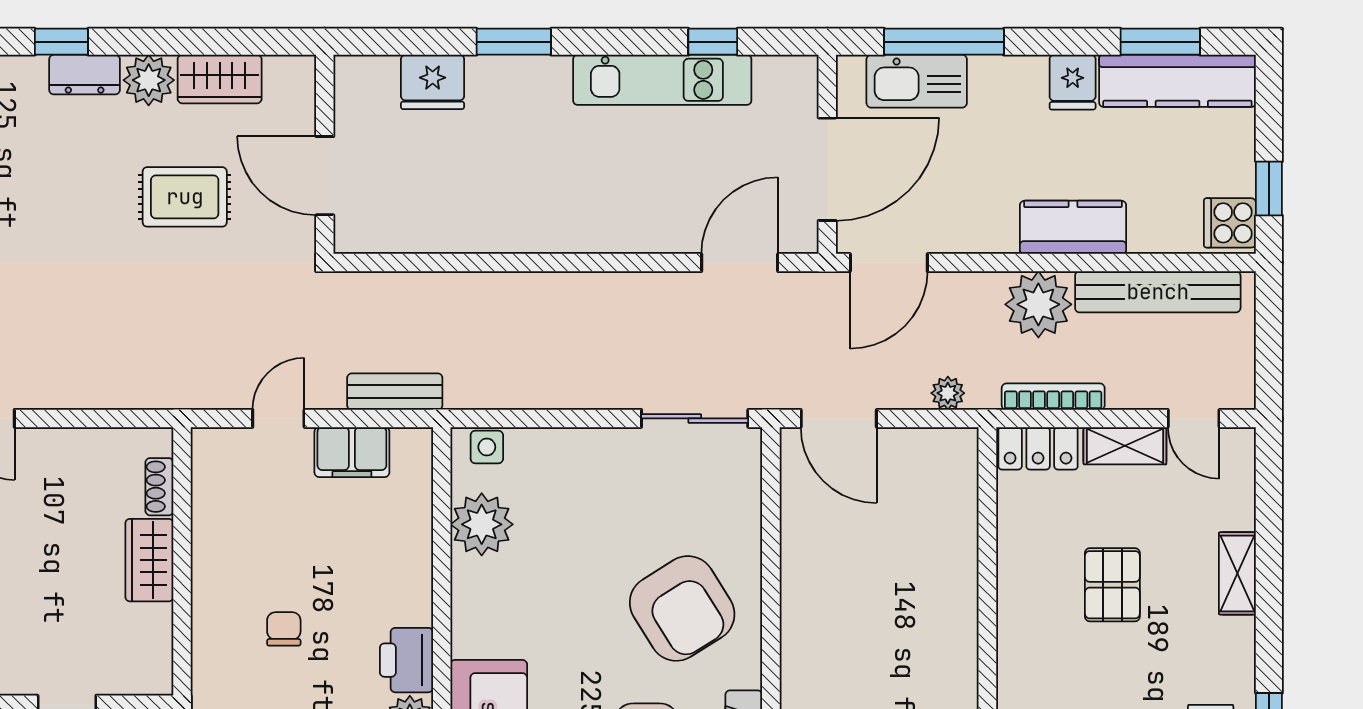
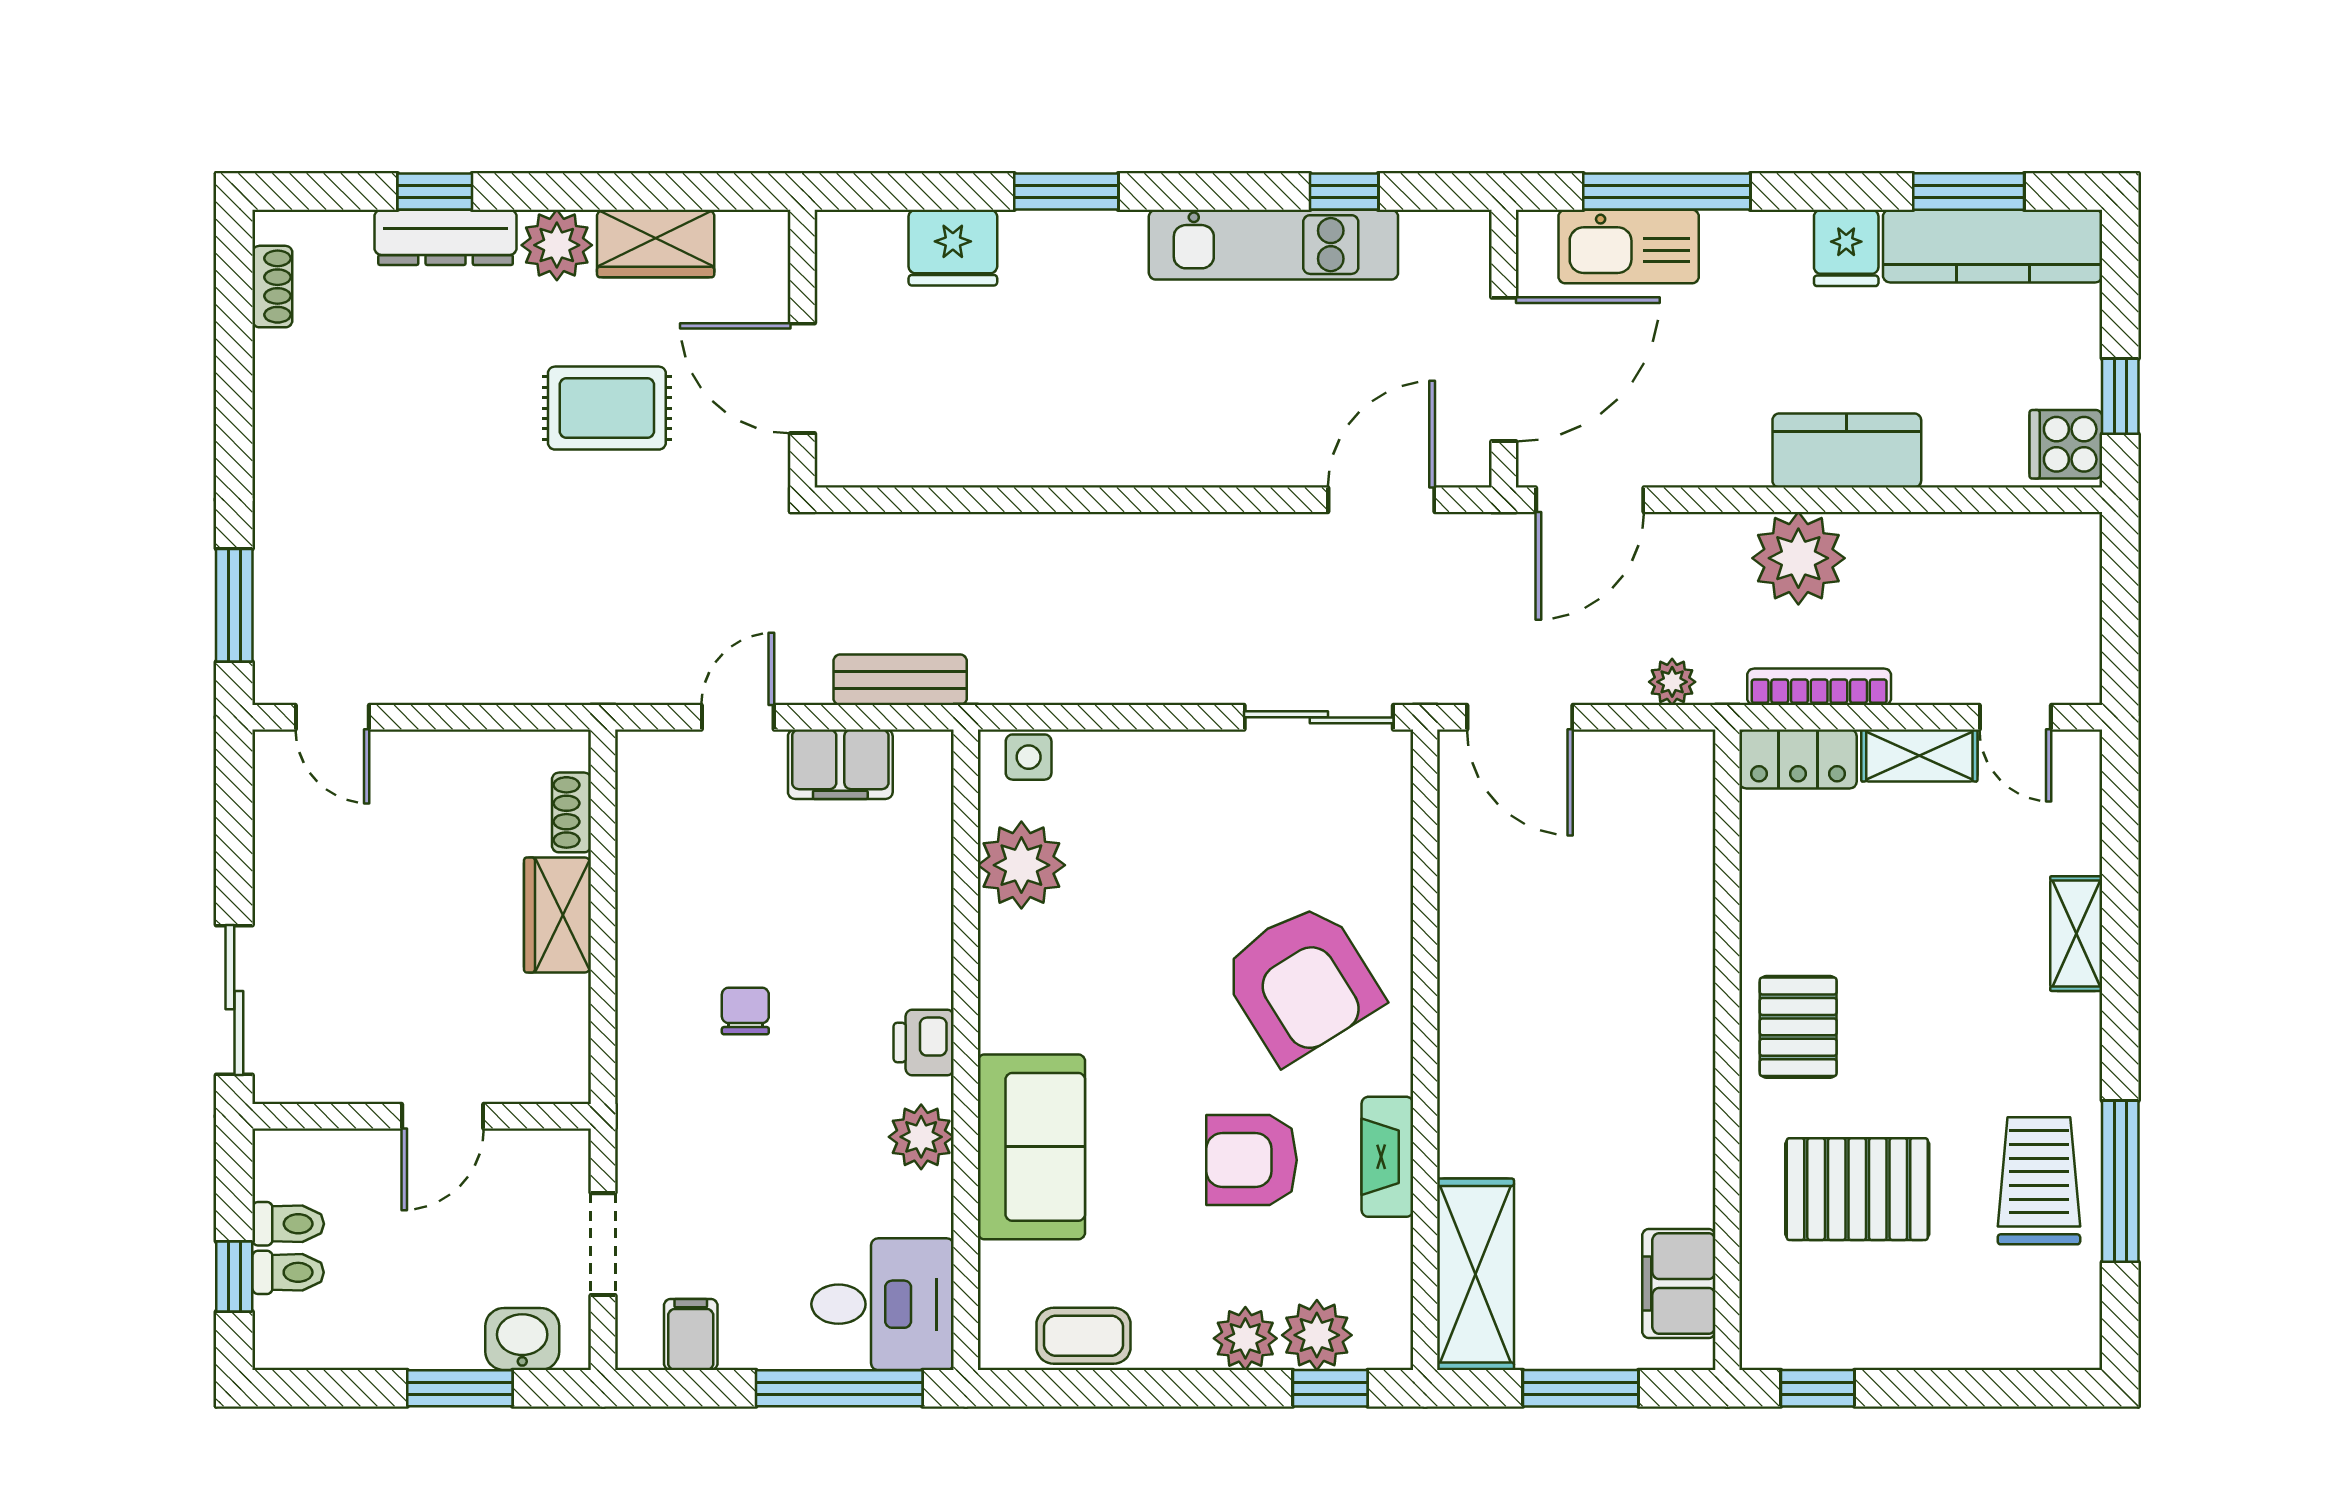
dresser: (85, 75) -> (446, 237), width x1.44
bench: (1158, 292) -> (1965, 540), removed
pallet: (1112, 585) -> (1798, 1027), moved
printer: (406, 660) -> (924, 1042), width x0.73, depth x0.81

